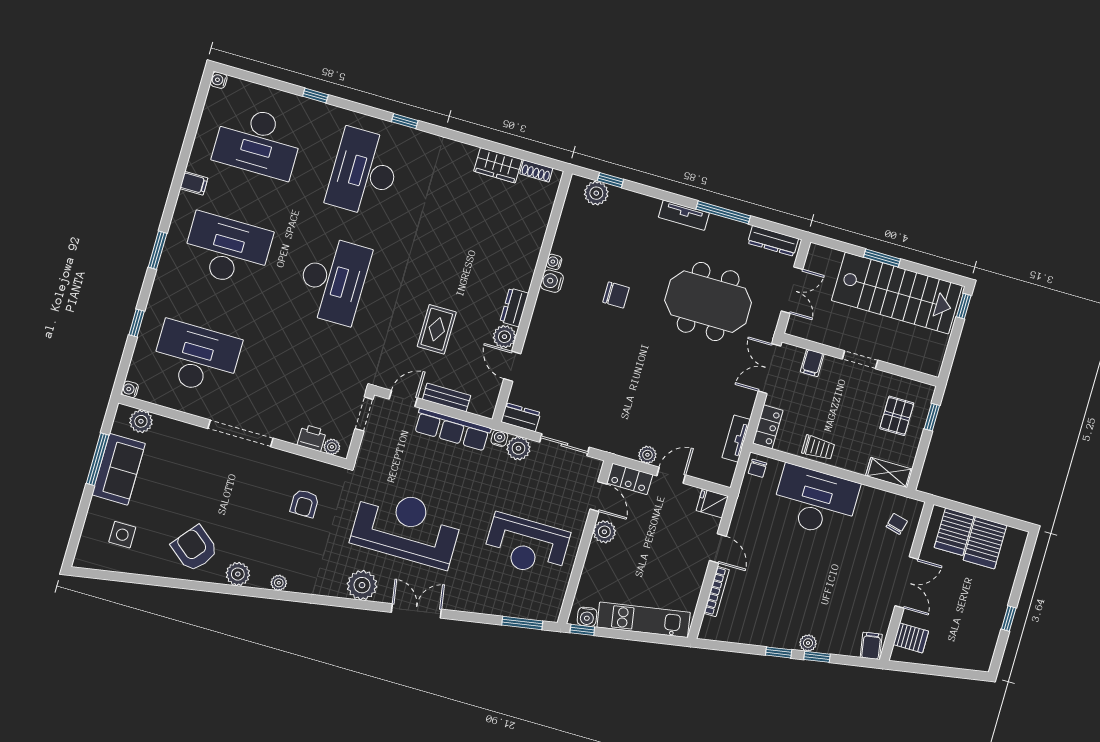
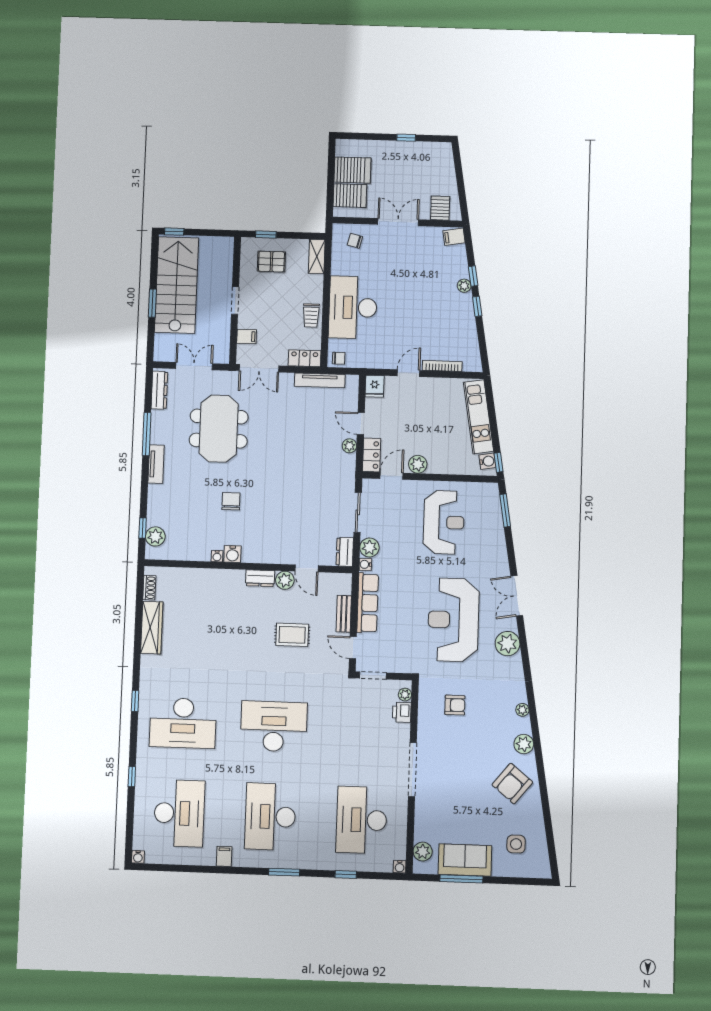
wardrobe: (498, 165) -> (152, 628), width x1.50
door: (512, 366) -> (307, 568), hinge flipped
tv unit: (736, 439) -> (320, 380), width x1.41
trolley: (818, 448) -> (311, 316), turned 180

